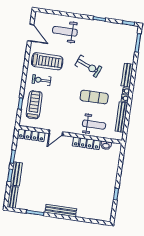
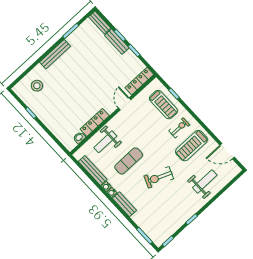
stool: (93, 205) -> (37, 86), added

